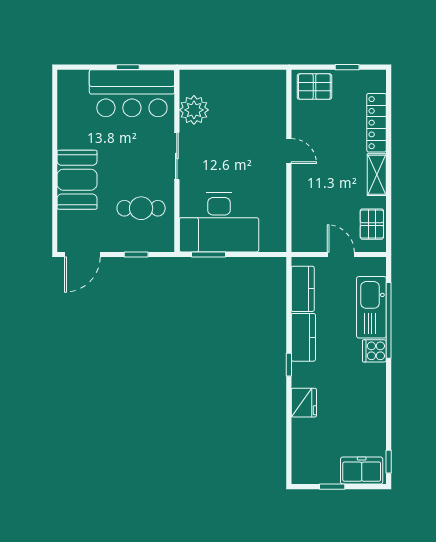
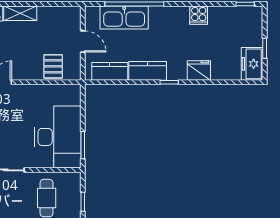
pallet: (372, 224) -> (53, 66), moved, turned 90
door: (341, 254) -> (83, 42), swing flipped
cooker: (374, 351) -> (199, 15), moved
freezer: (362, 471) -> (252, 64), moved

